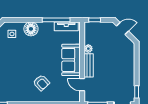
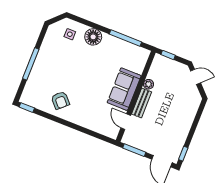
tv unit: (66, 26) -> (134, 50), removed
armchair: (41, 83) -> (60, 100), moved

